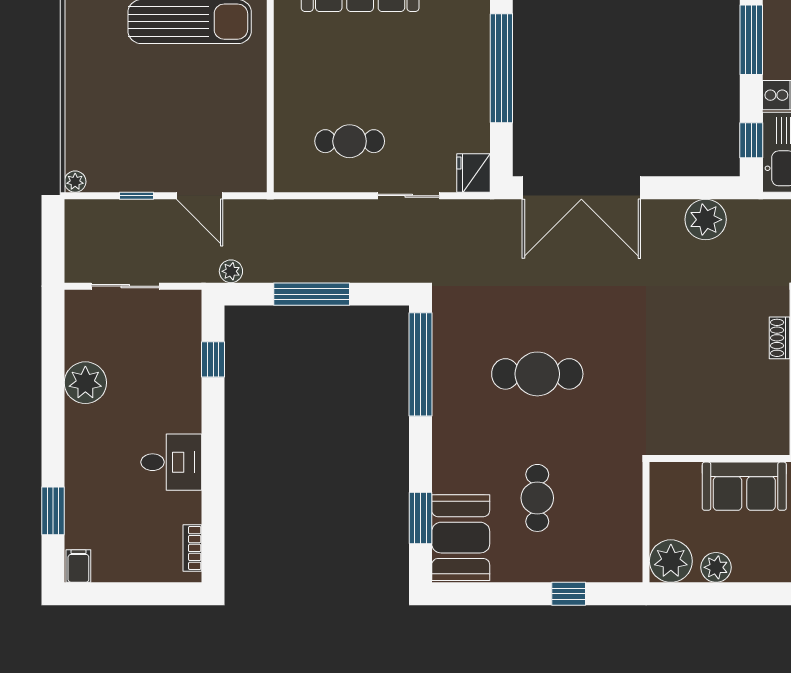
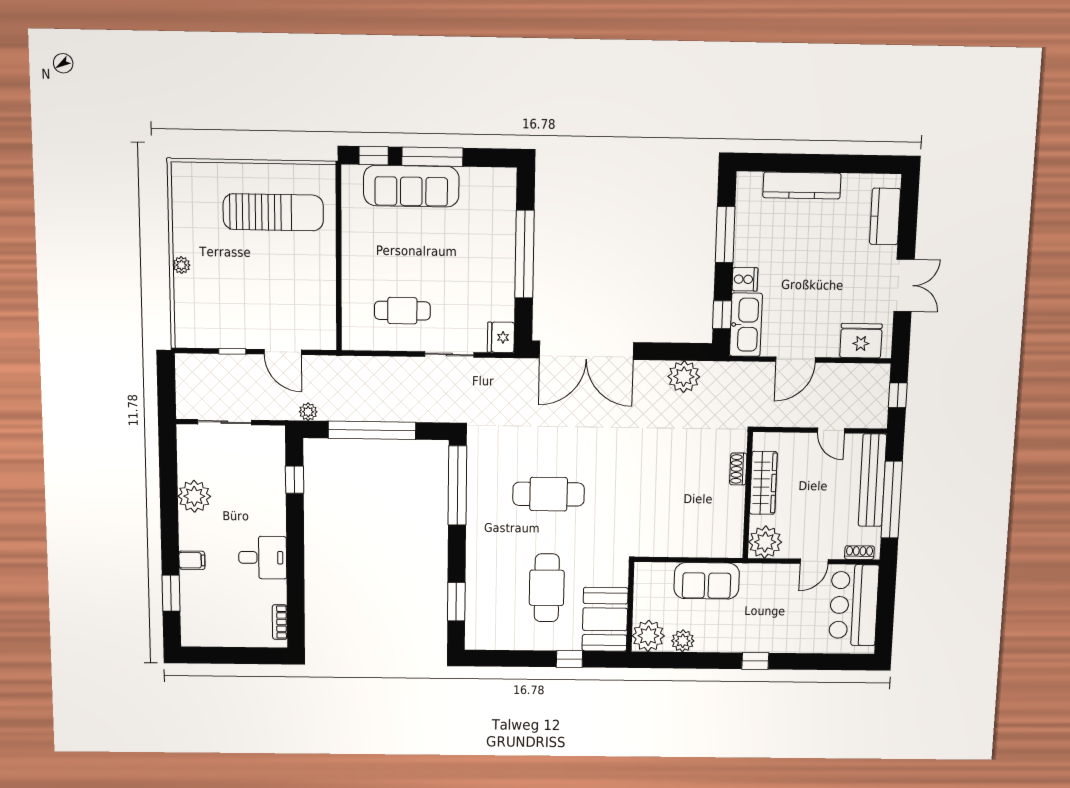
plant: (75, 182) -> (181, 265), moved
window: (312, 294) -> (372, 430), width x1.46
cafe table: (537, 498) -> (547, 588), width x1.37, depth x1.35
booth: (461, 538) -> (605, 619), moved
filing cabinet: (78, 566) -> (192, 560), moved, turned 90

